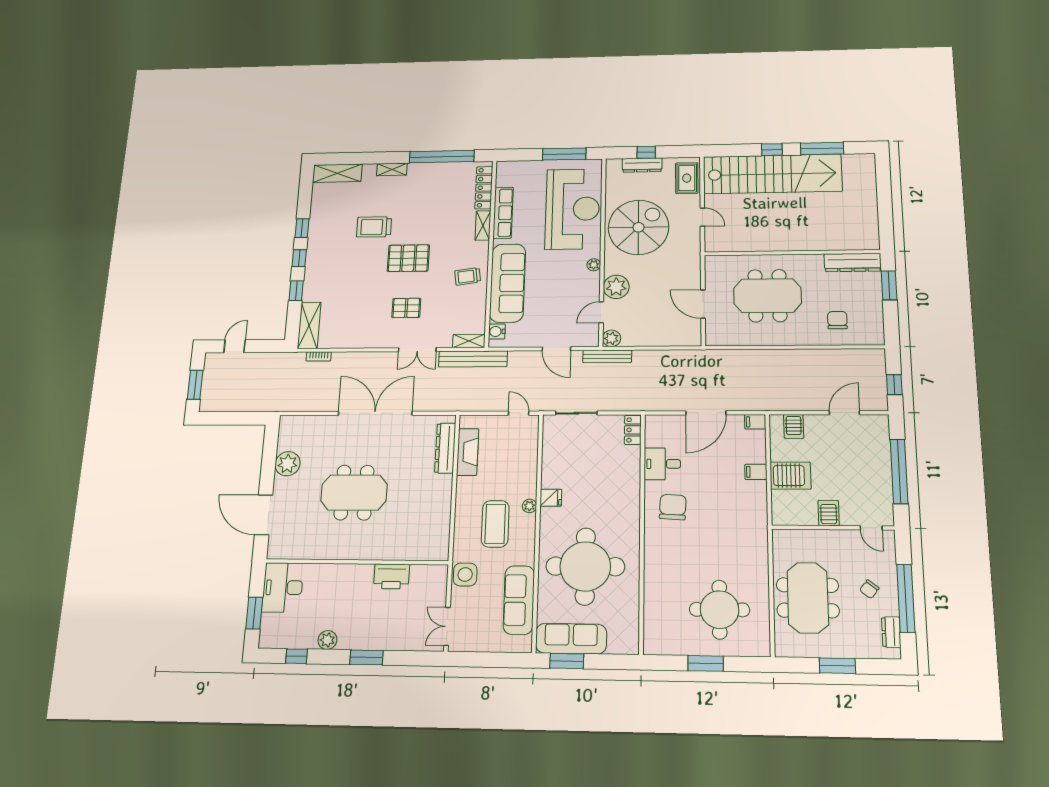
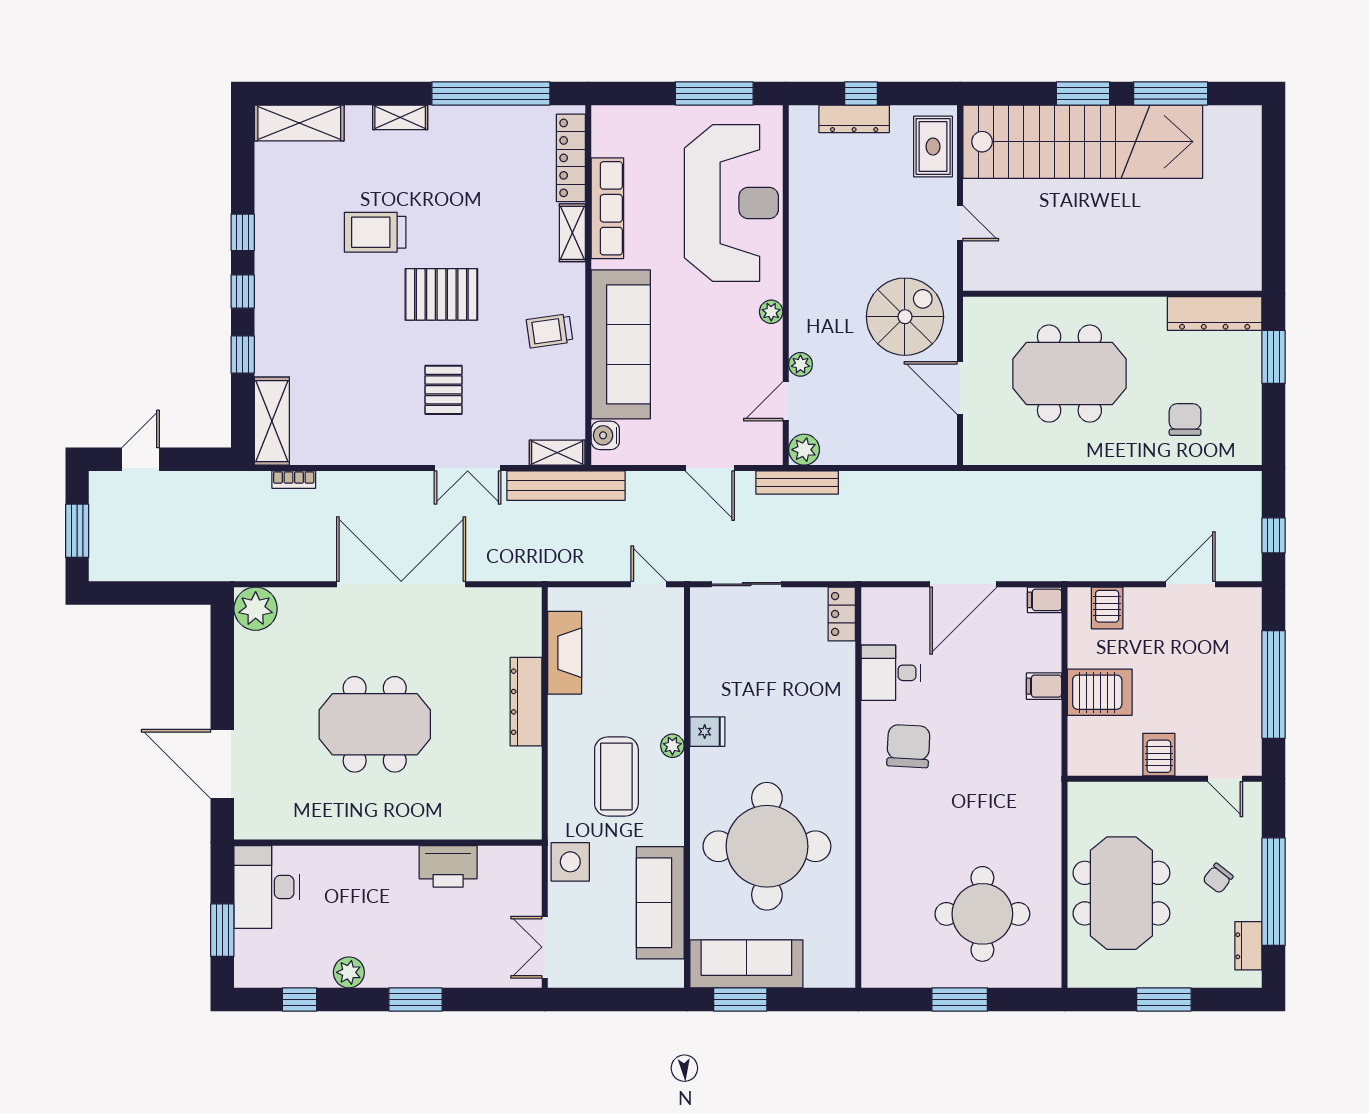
window: (772, 150) -> (1083, 93), width x1.50
spiral stairs: (638, 227) -> (905, 317), moved, width x0.73, depth x0.73
plant: (616, 287) -> (800, 364), width x0.53, depth x0.53
pallet: (406, 308) -> (444, 390), turned 90
dresser: (445, 448) -> (526, 702), moved
plant: (288, 464) -> (256, 609), moved

